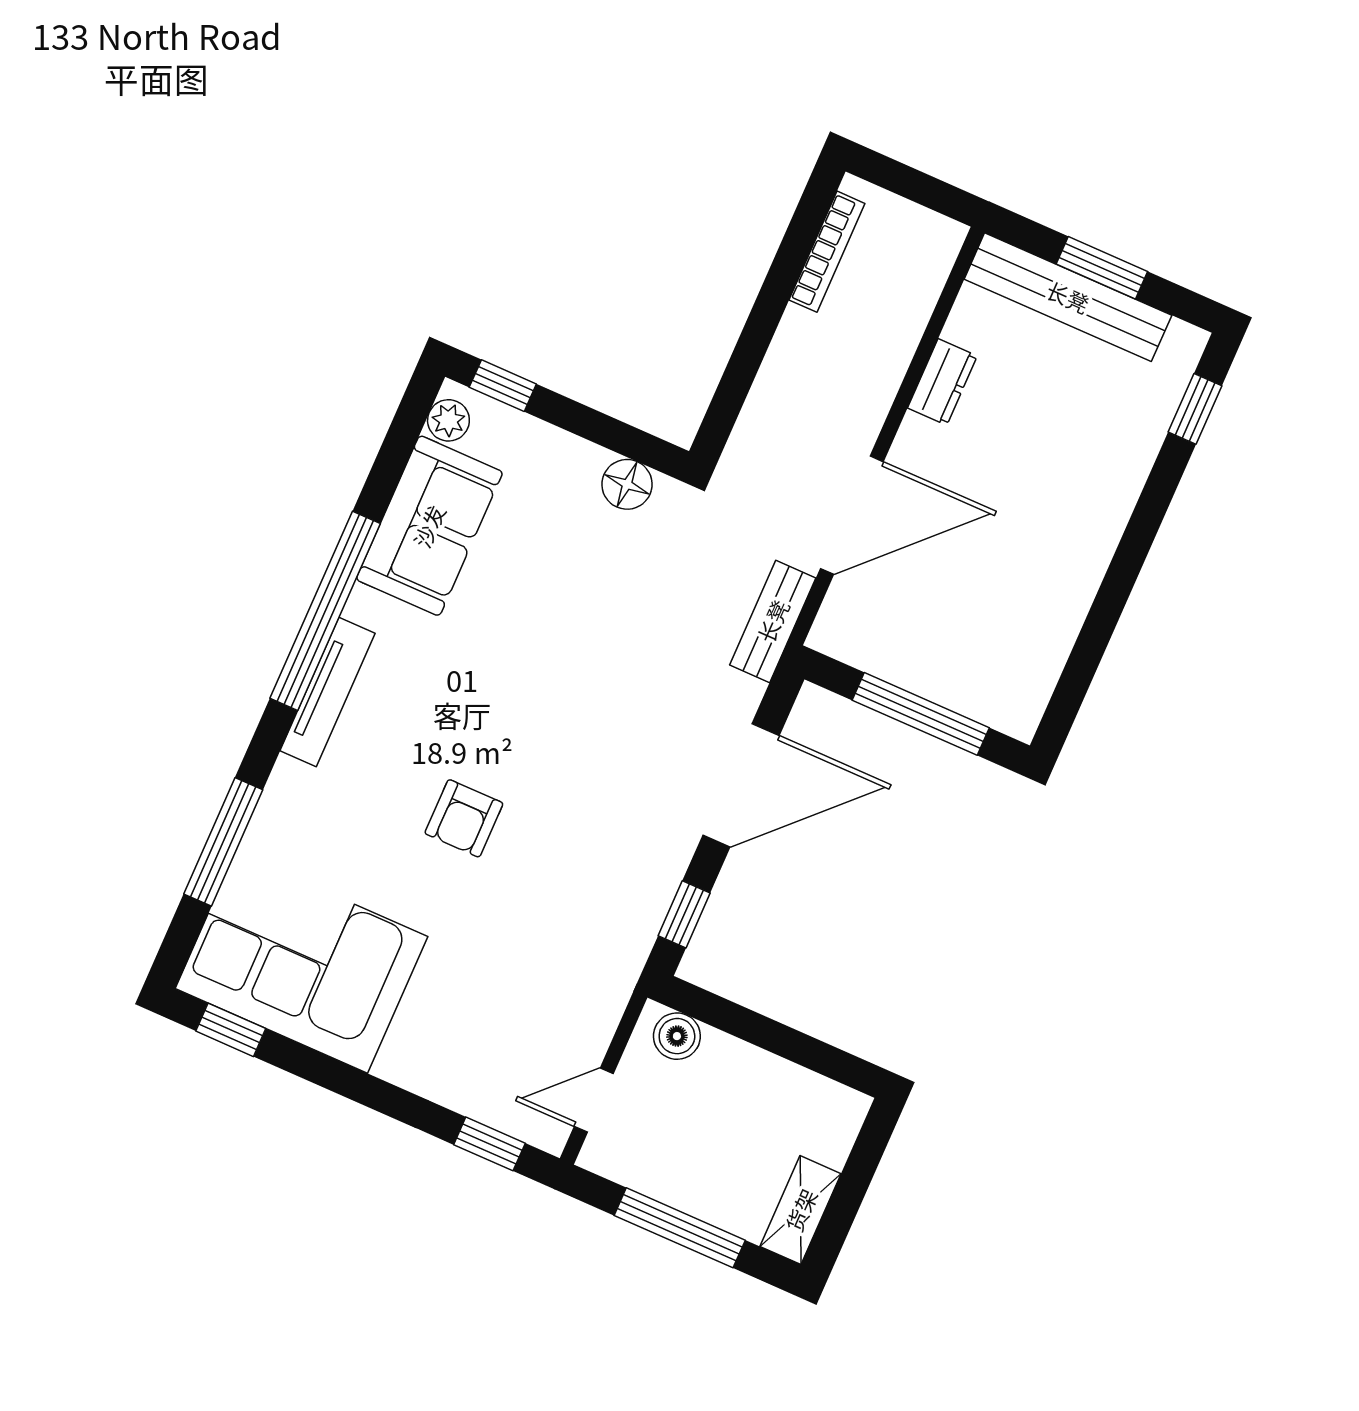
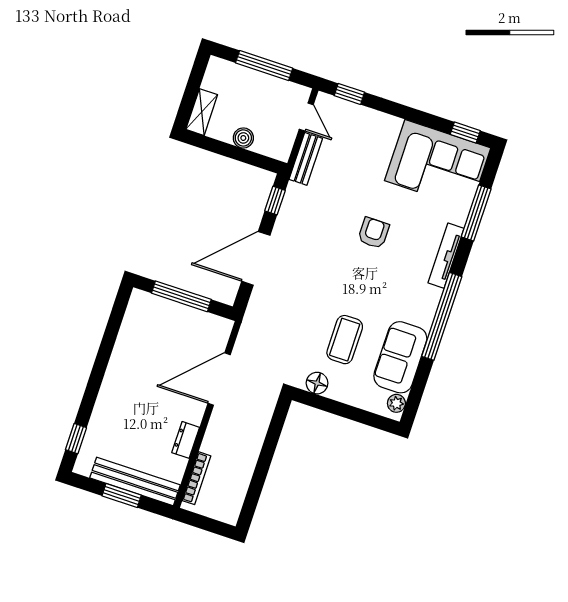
bookcase: (827, 252) -> (197, 478), moved, turned 180
window: (503, 386) -> (374, 420), removed
coffee table: (554, 579) -> (345, 340), added
bench: (773, 621) -> (306, 159), moved
tv unit: (328, 692) -> (446, 256), moved
boiler: (677, 1036) -> (243, 138), moved
door: (594, 1100) -> (306, 117), hinge flipped
shelving: (801, 1210) -> (202, 112), moved

